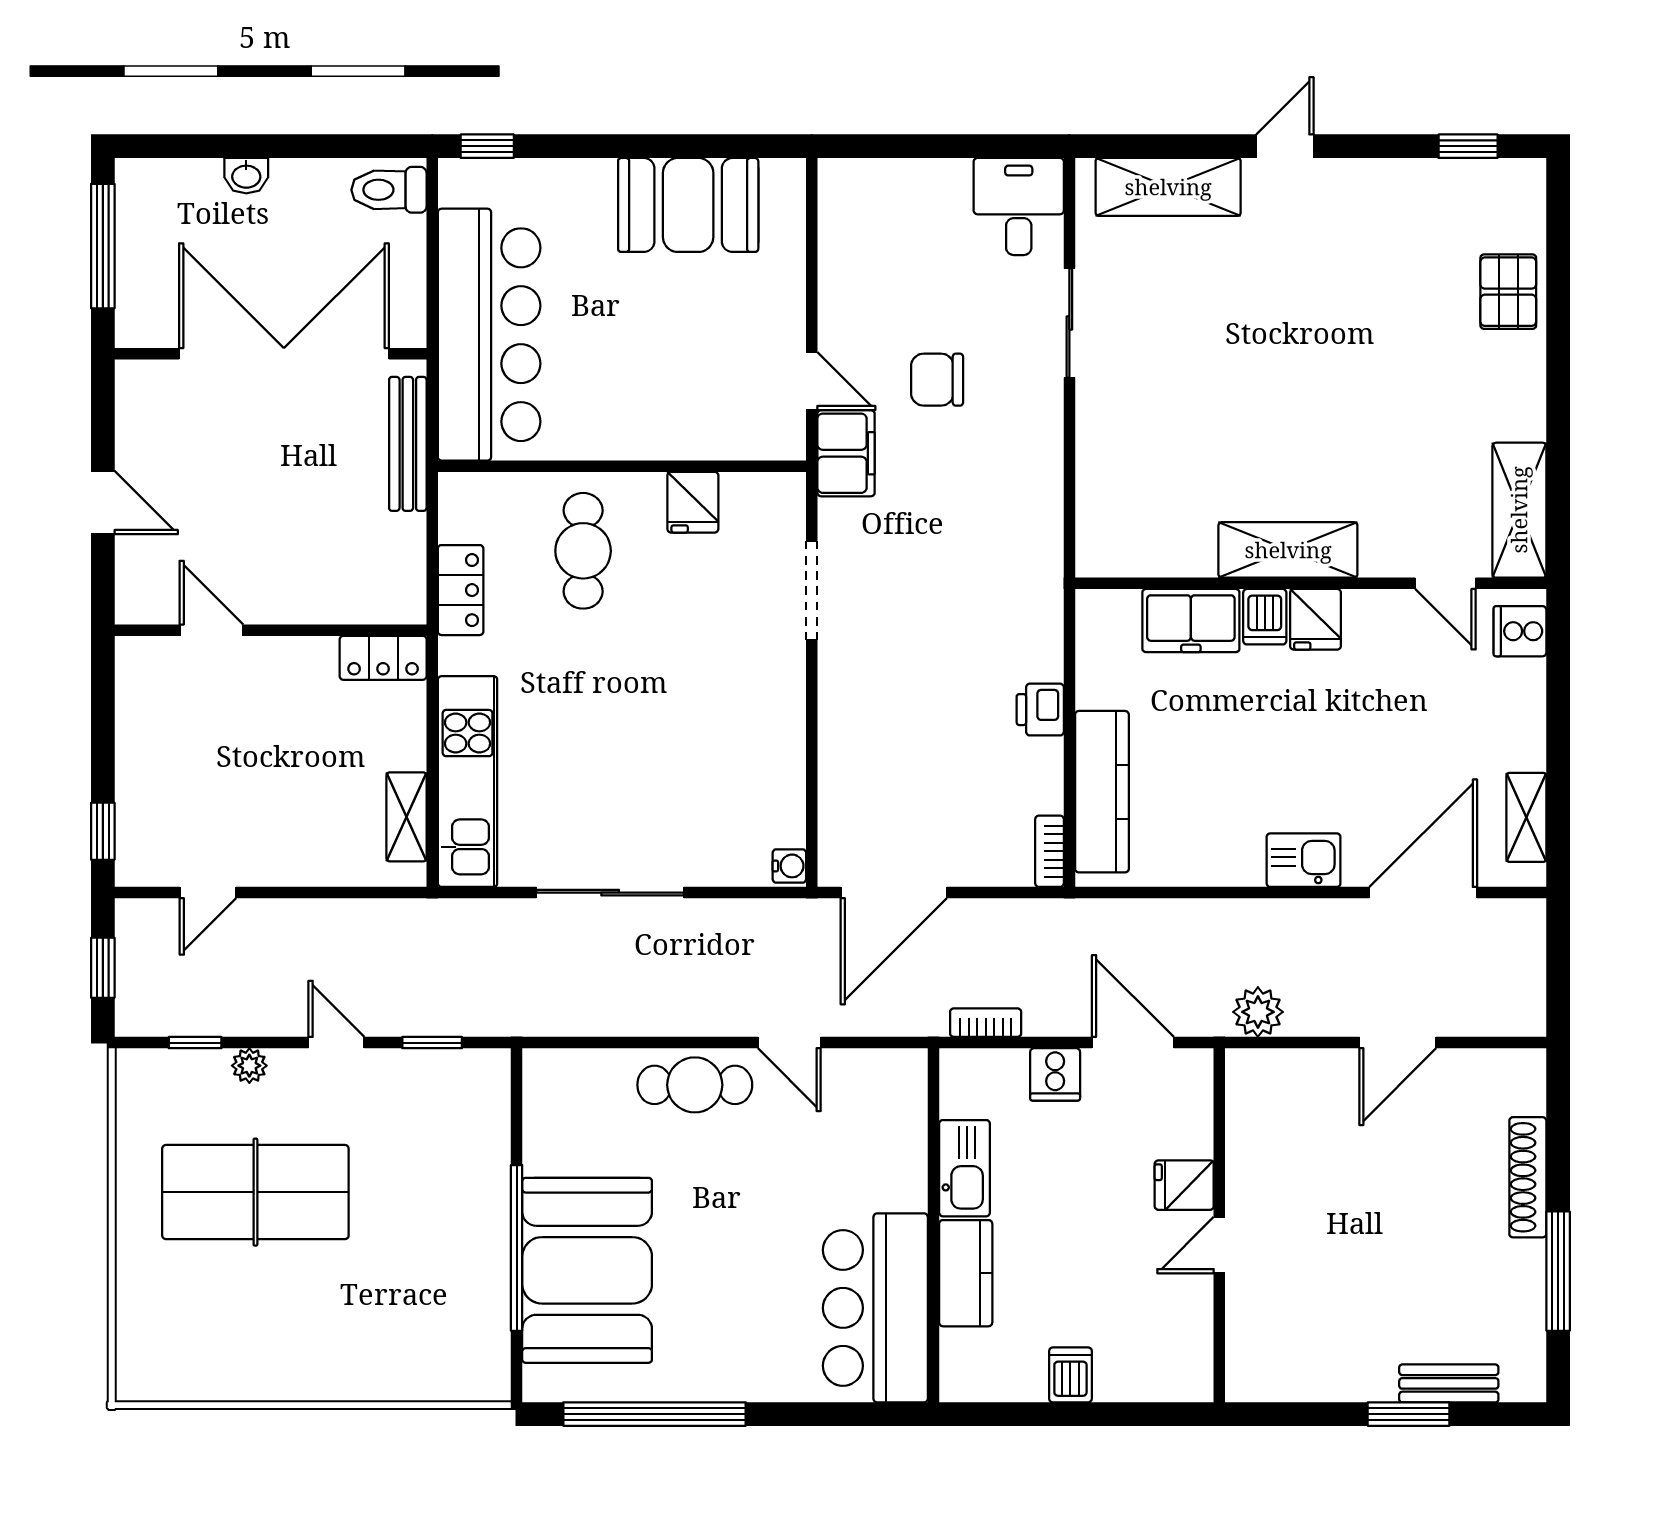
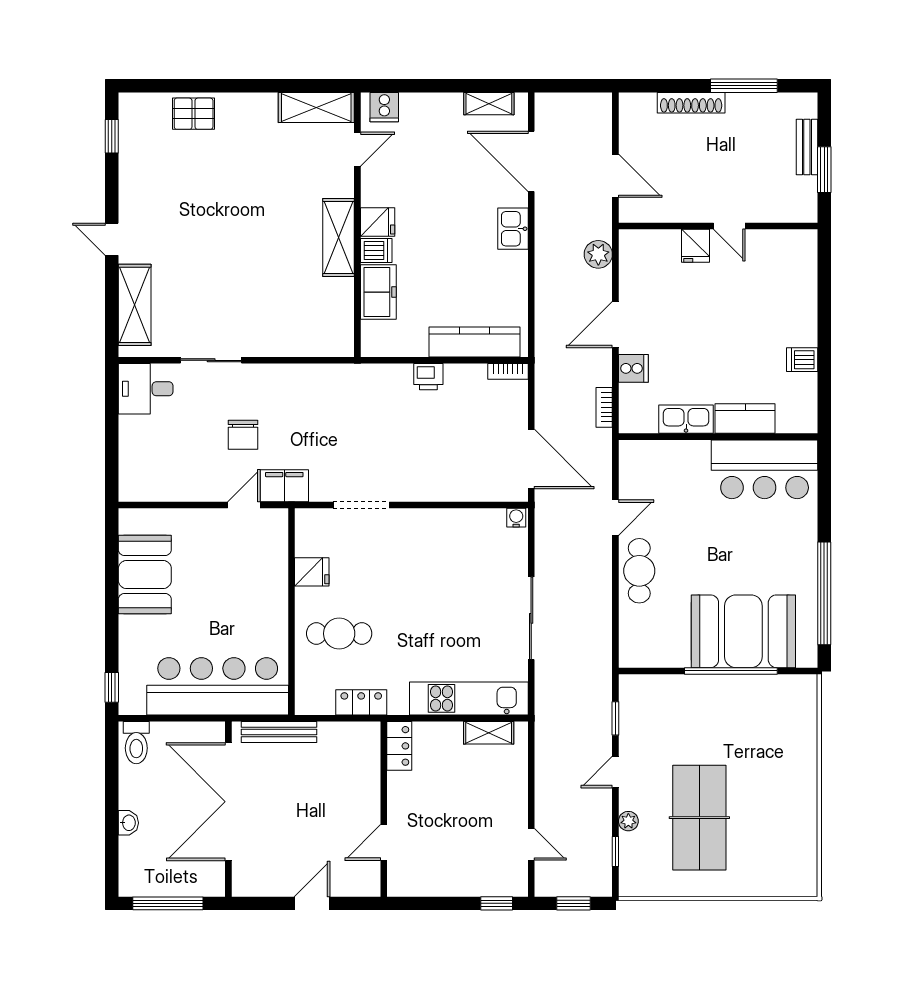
fridge: (1184, 1185) -> (696, 246), moved
wall: (1219, 1225) -> (718, 226), moved
door: (1219, 1245) -> (729, 226), moved

